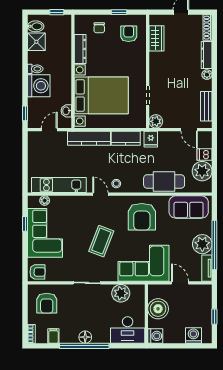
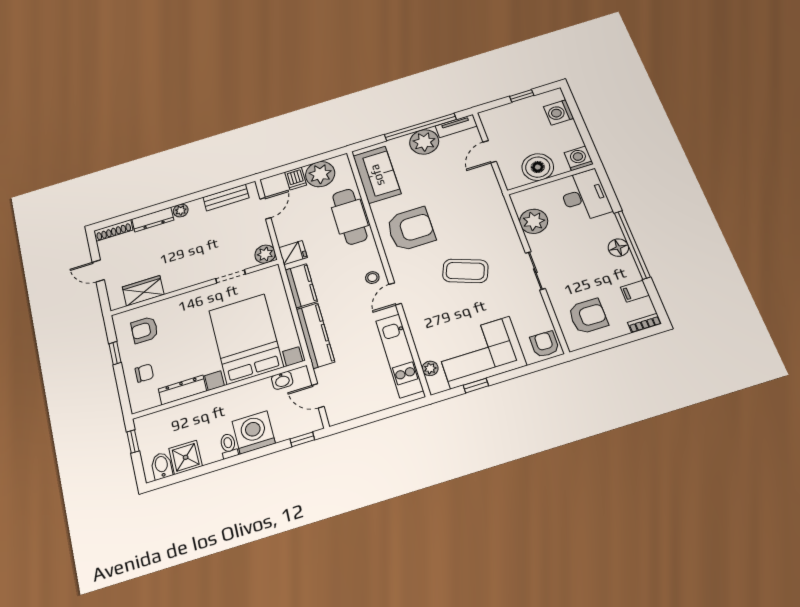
corner sofa: (143, 263) -> (478, 206), removed

